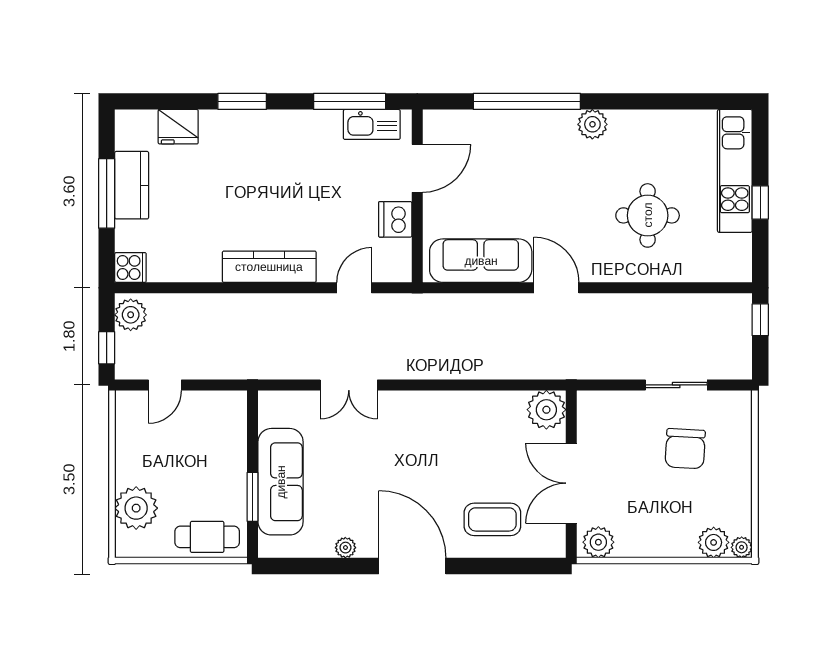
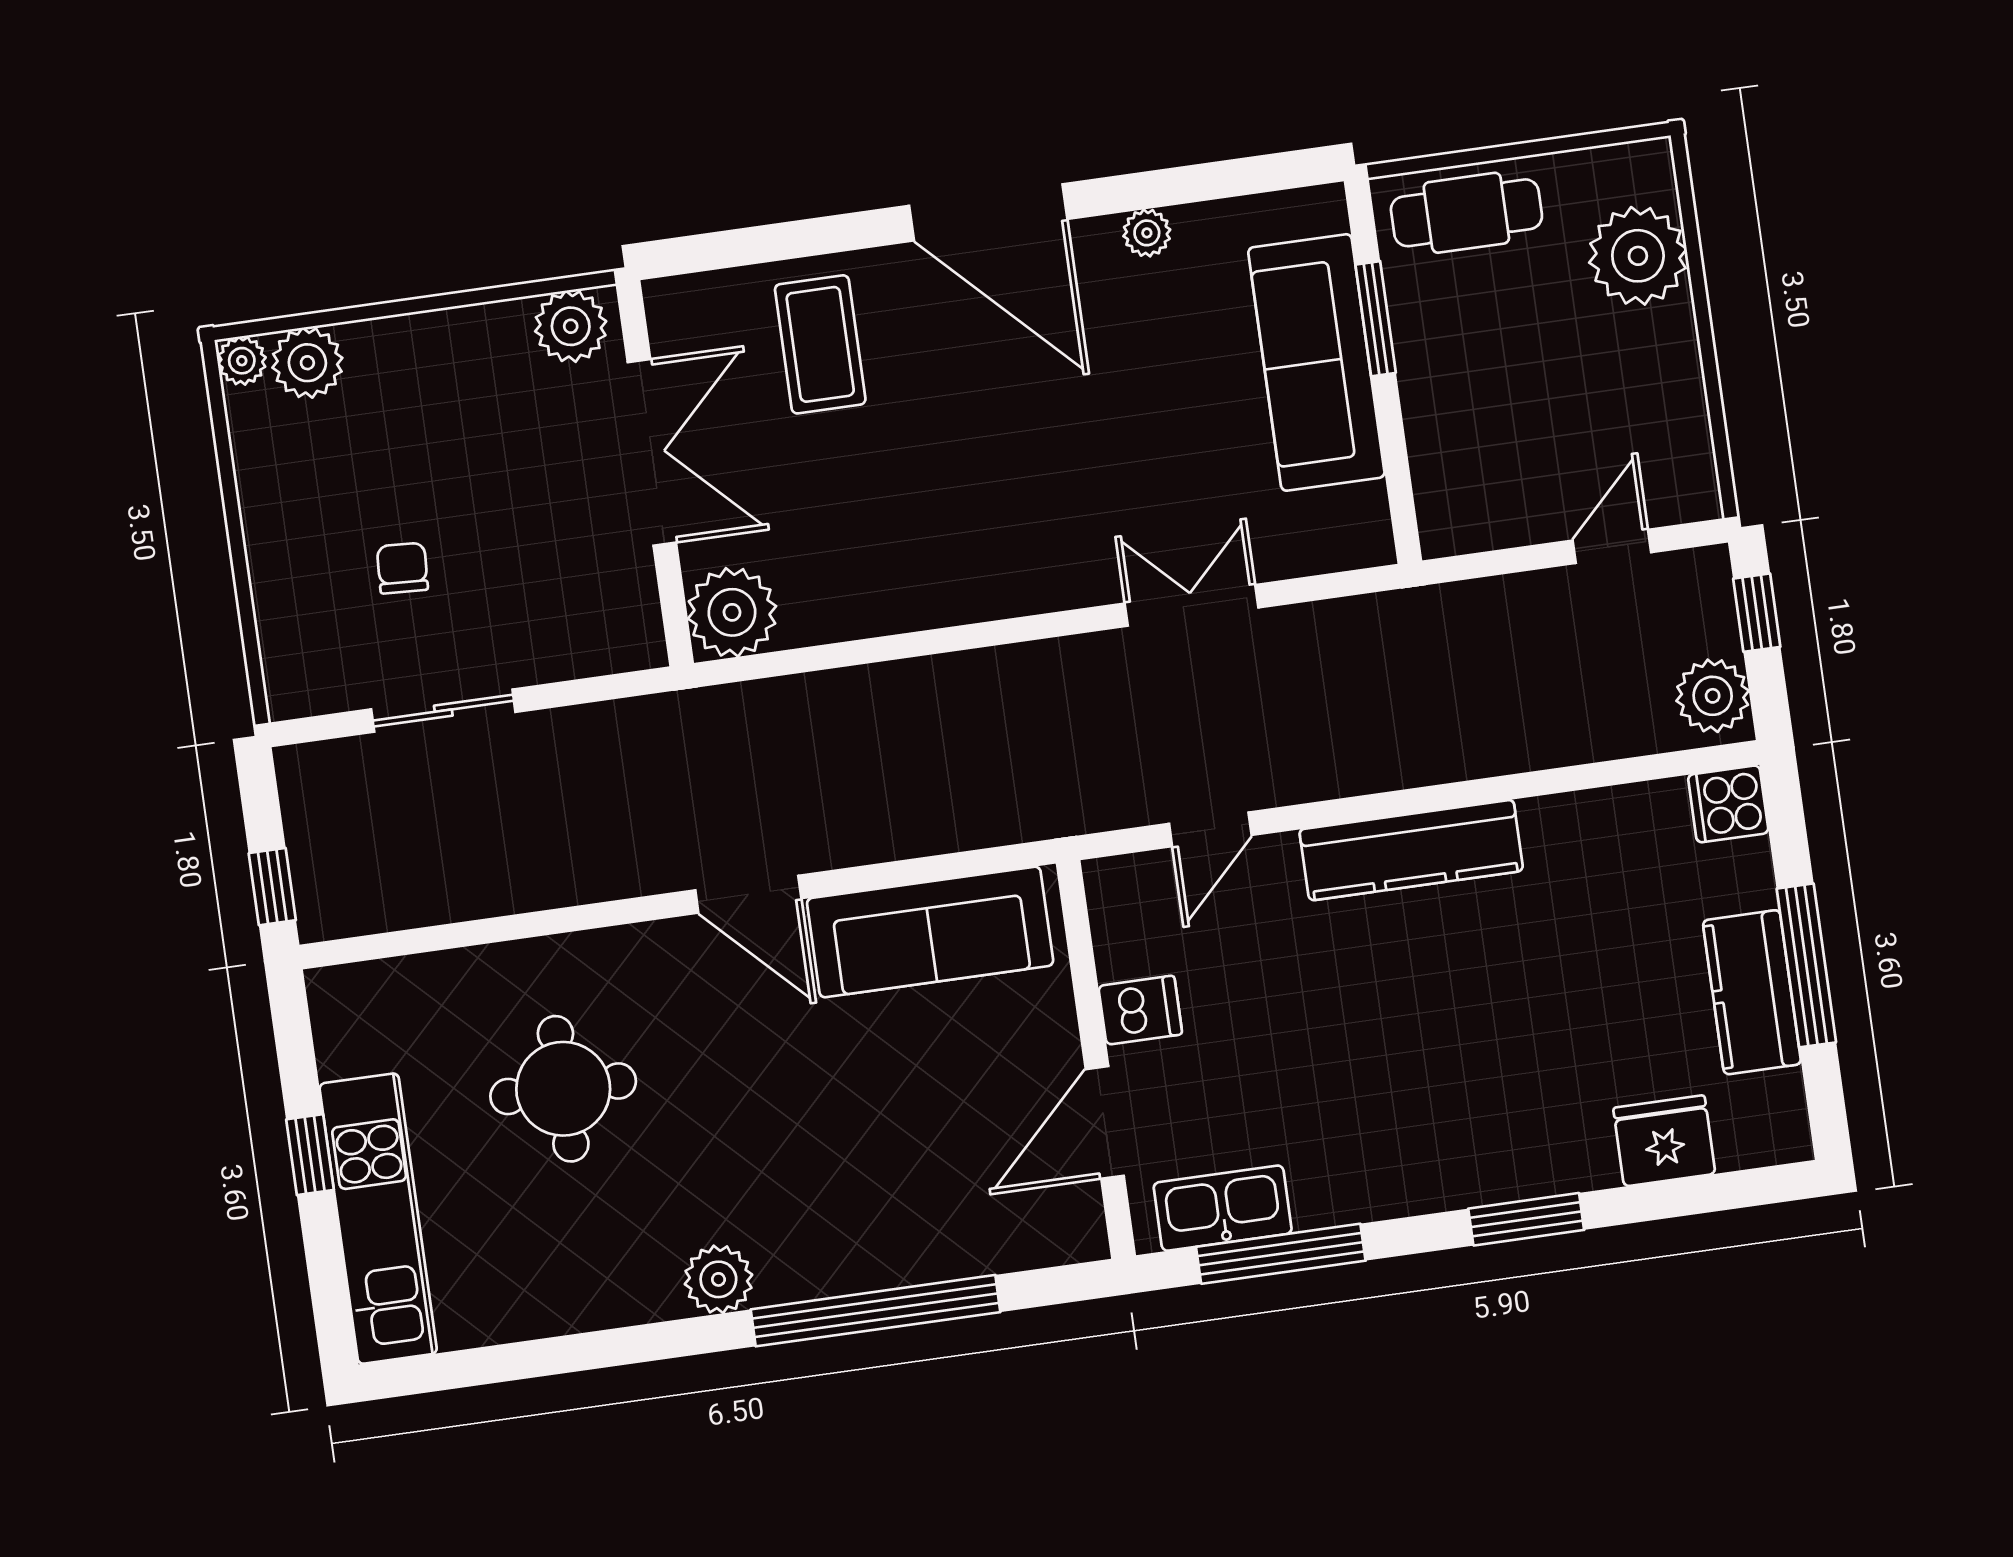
dishwasher: (395, 219) -> (1140, 1010), width x0.73
chair: (685, 449) -> (402, 568), width x0.54, depth x0.54
coffee table: (492, 519) -> (820, 344), turned 90

